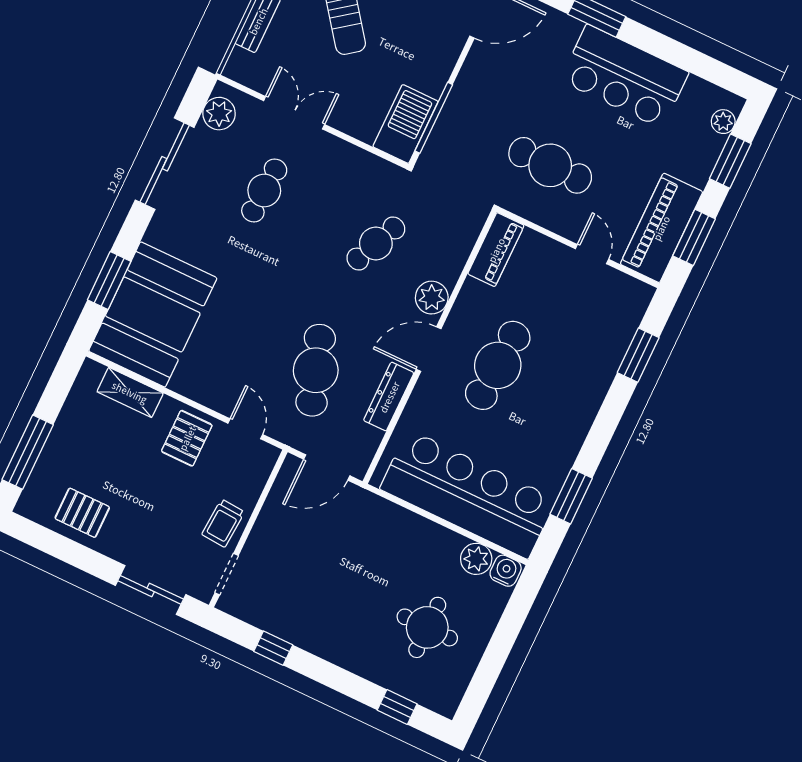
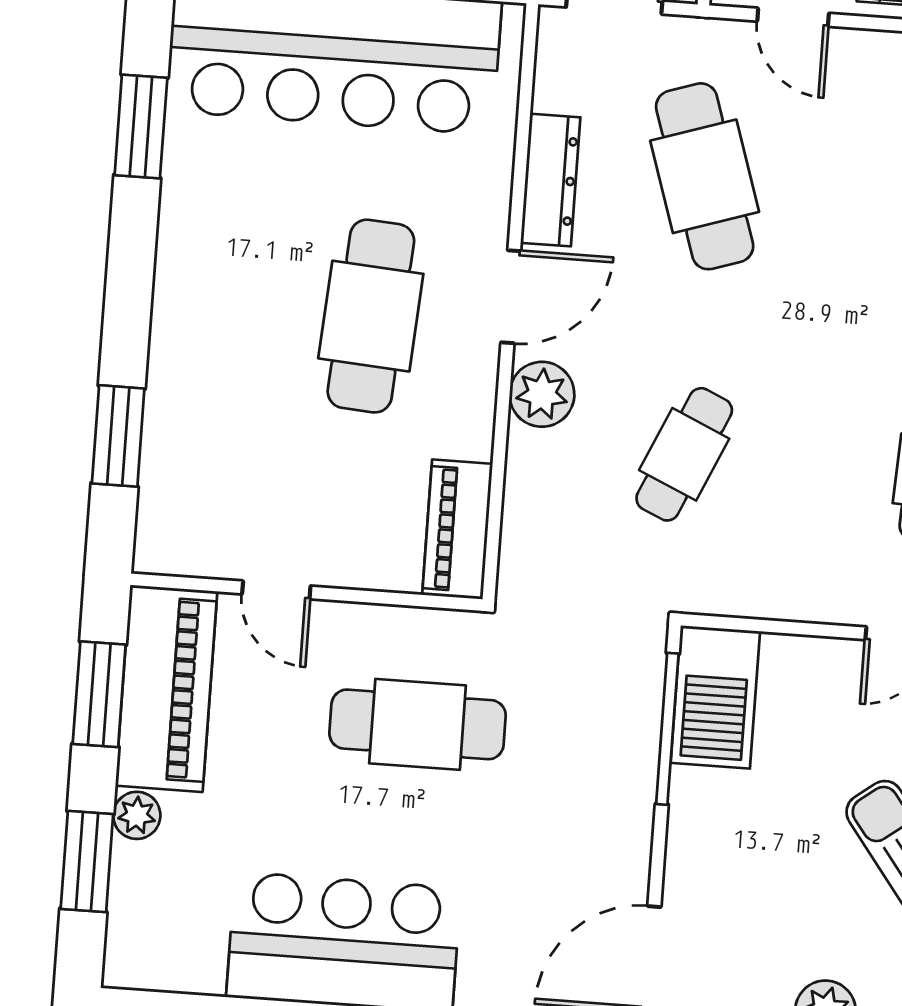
plant: (723, 122) -> (137, 815), moved

